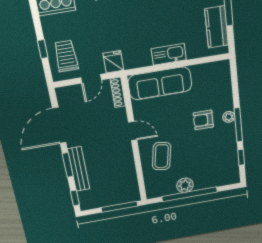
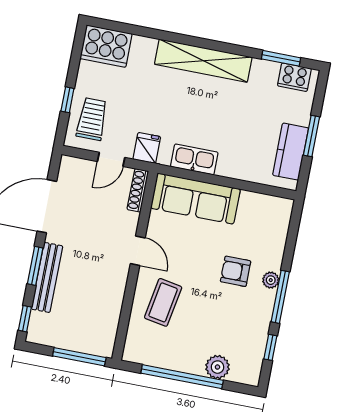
kitchen sink: (169, 54) -> (194, 159), moved
plant: (185, 185) -> (218, 367), moved

